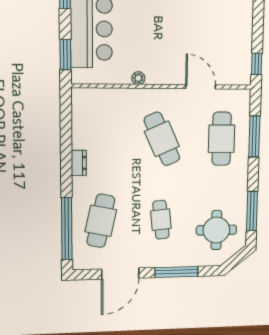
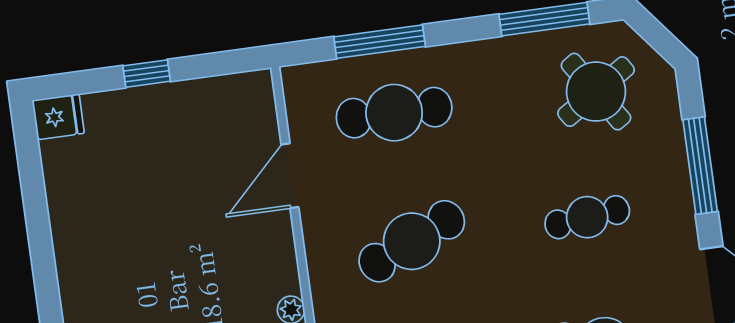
window: (257, 64) -> (147, 74), moved
round table: (216, 230) -> (596, 92), turned -33

